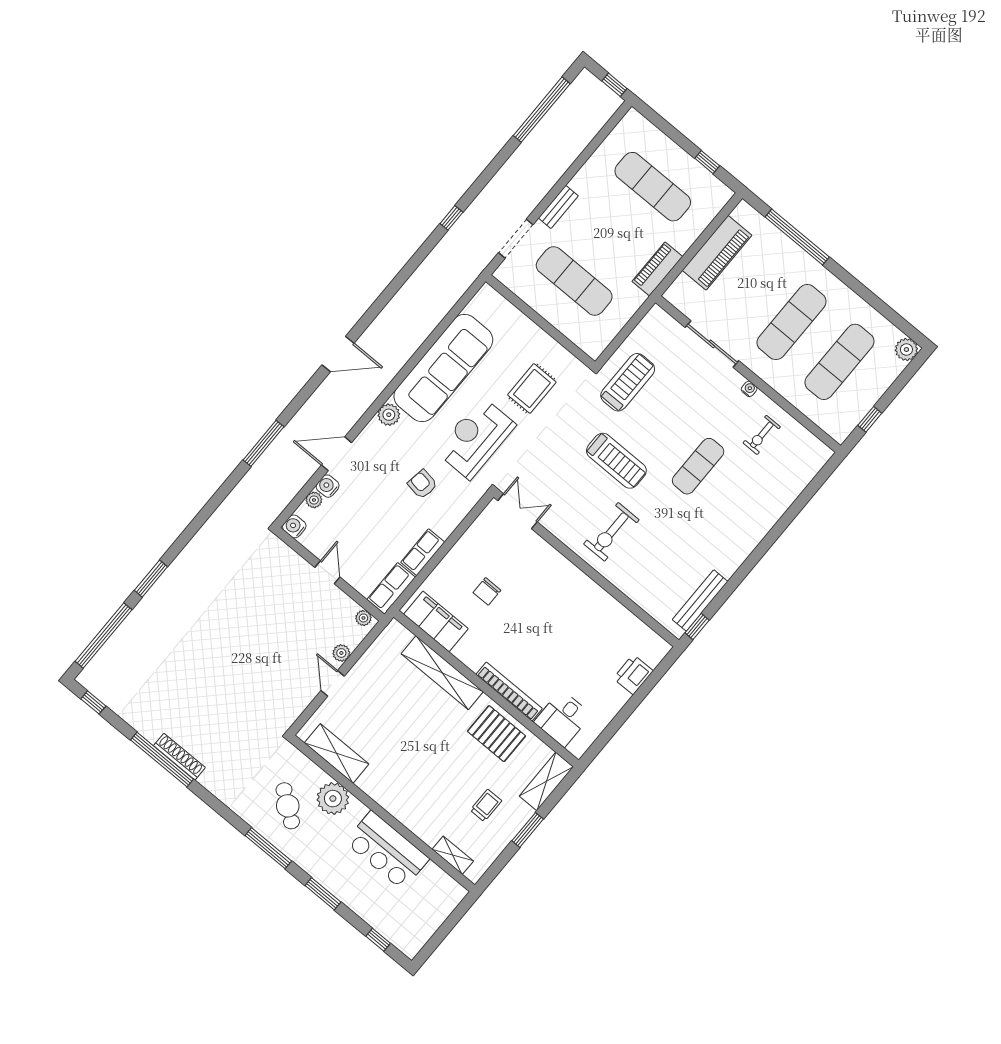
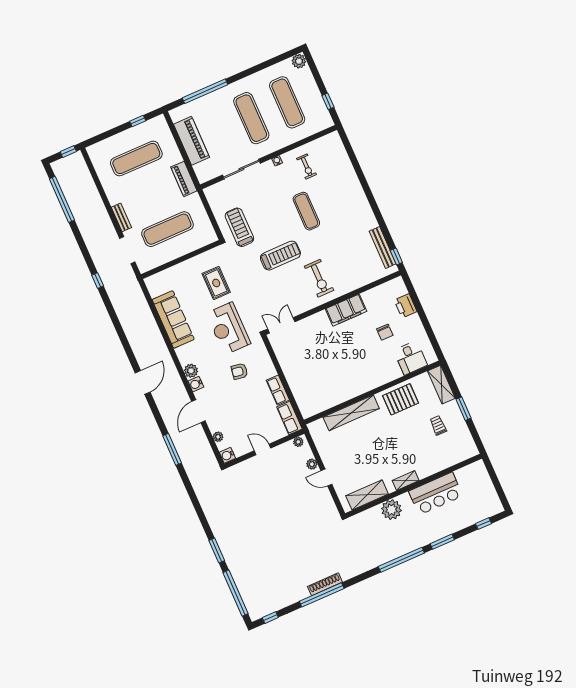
sofa: (443, 368) -> (173, 319), width x0.74, depth x0.79
water cooler: (328, 486) -> (196, 384), moved
chair: (487, 591) -> (385, 332), moved
filing cabinet: (436, 621) -> (346, 310), moved, turned 180
bookcase: (509, 691) -> (380, 380), removed
cafe table: (288, 806) -> (383, 537), removed
window: (268, 848) -> (401, 560), width x1.46
shelving: (453, 855) -> (406, 480), moved

